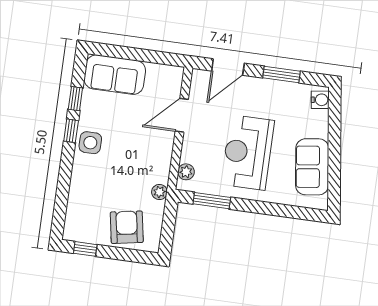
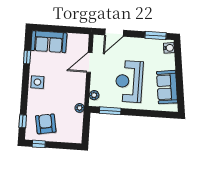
window: (282, 75) -> (156, 36), moved
window: (71, 131) -> (23, 121), moved
armchair: (127, 227) -> (46, 124), moved

